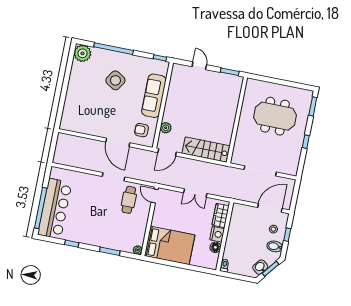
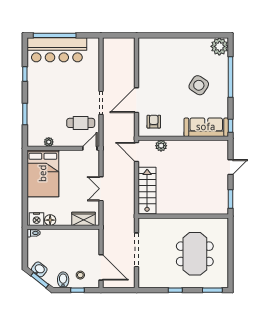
sofa: (154, 96) -> (206, 127), moved
nightstand: (217, 234) -> (37, 219), moved
plant: (138, 250) -> (49, 142), moved

